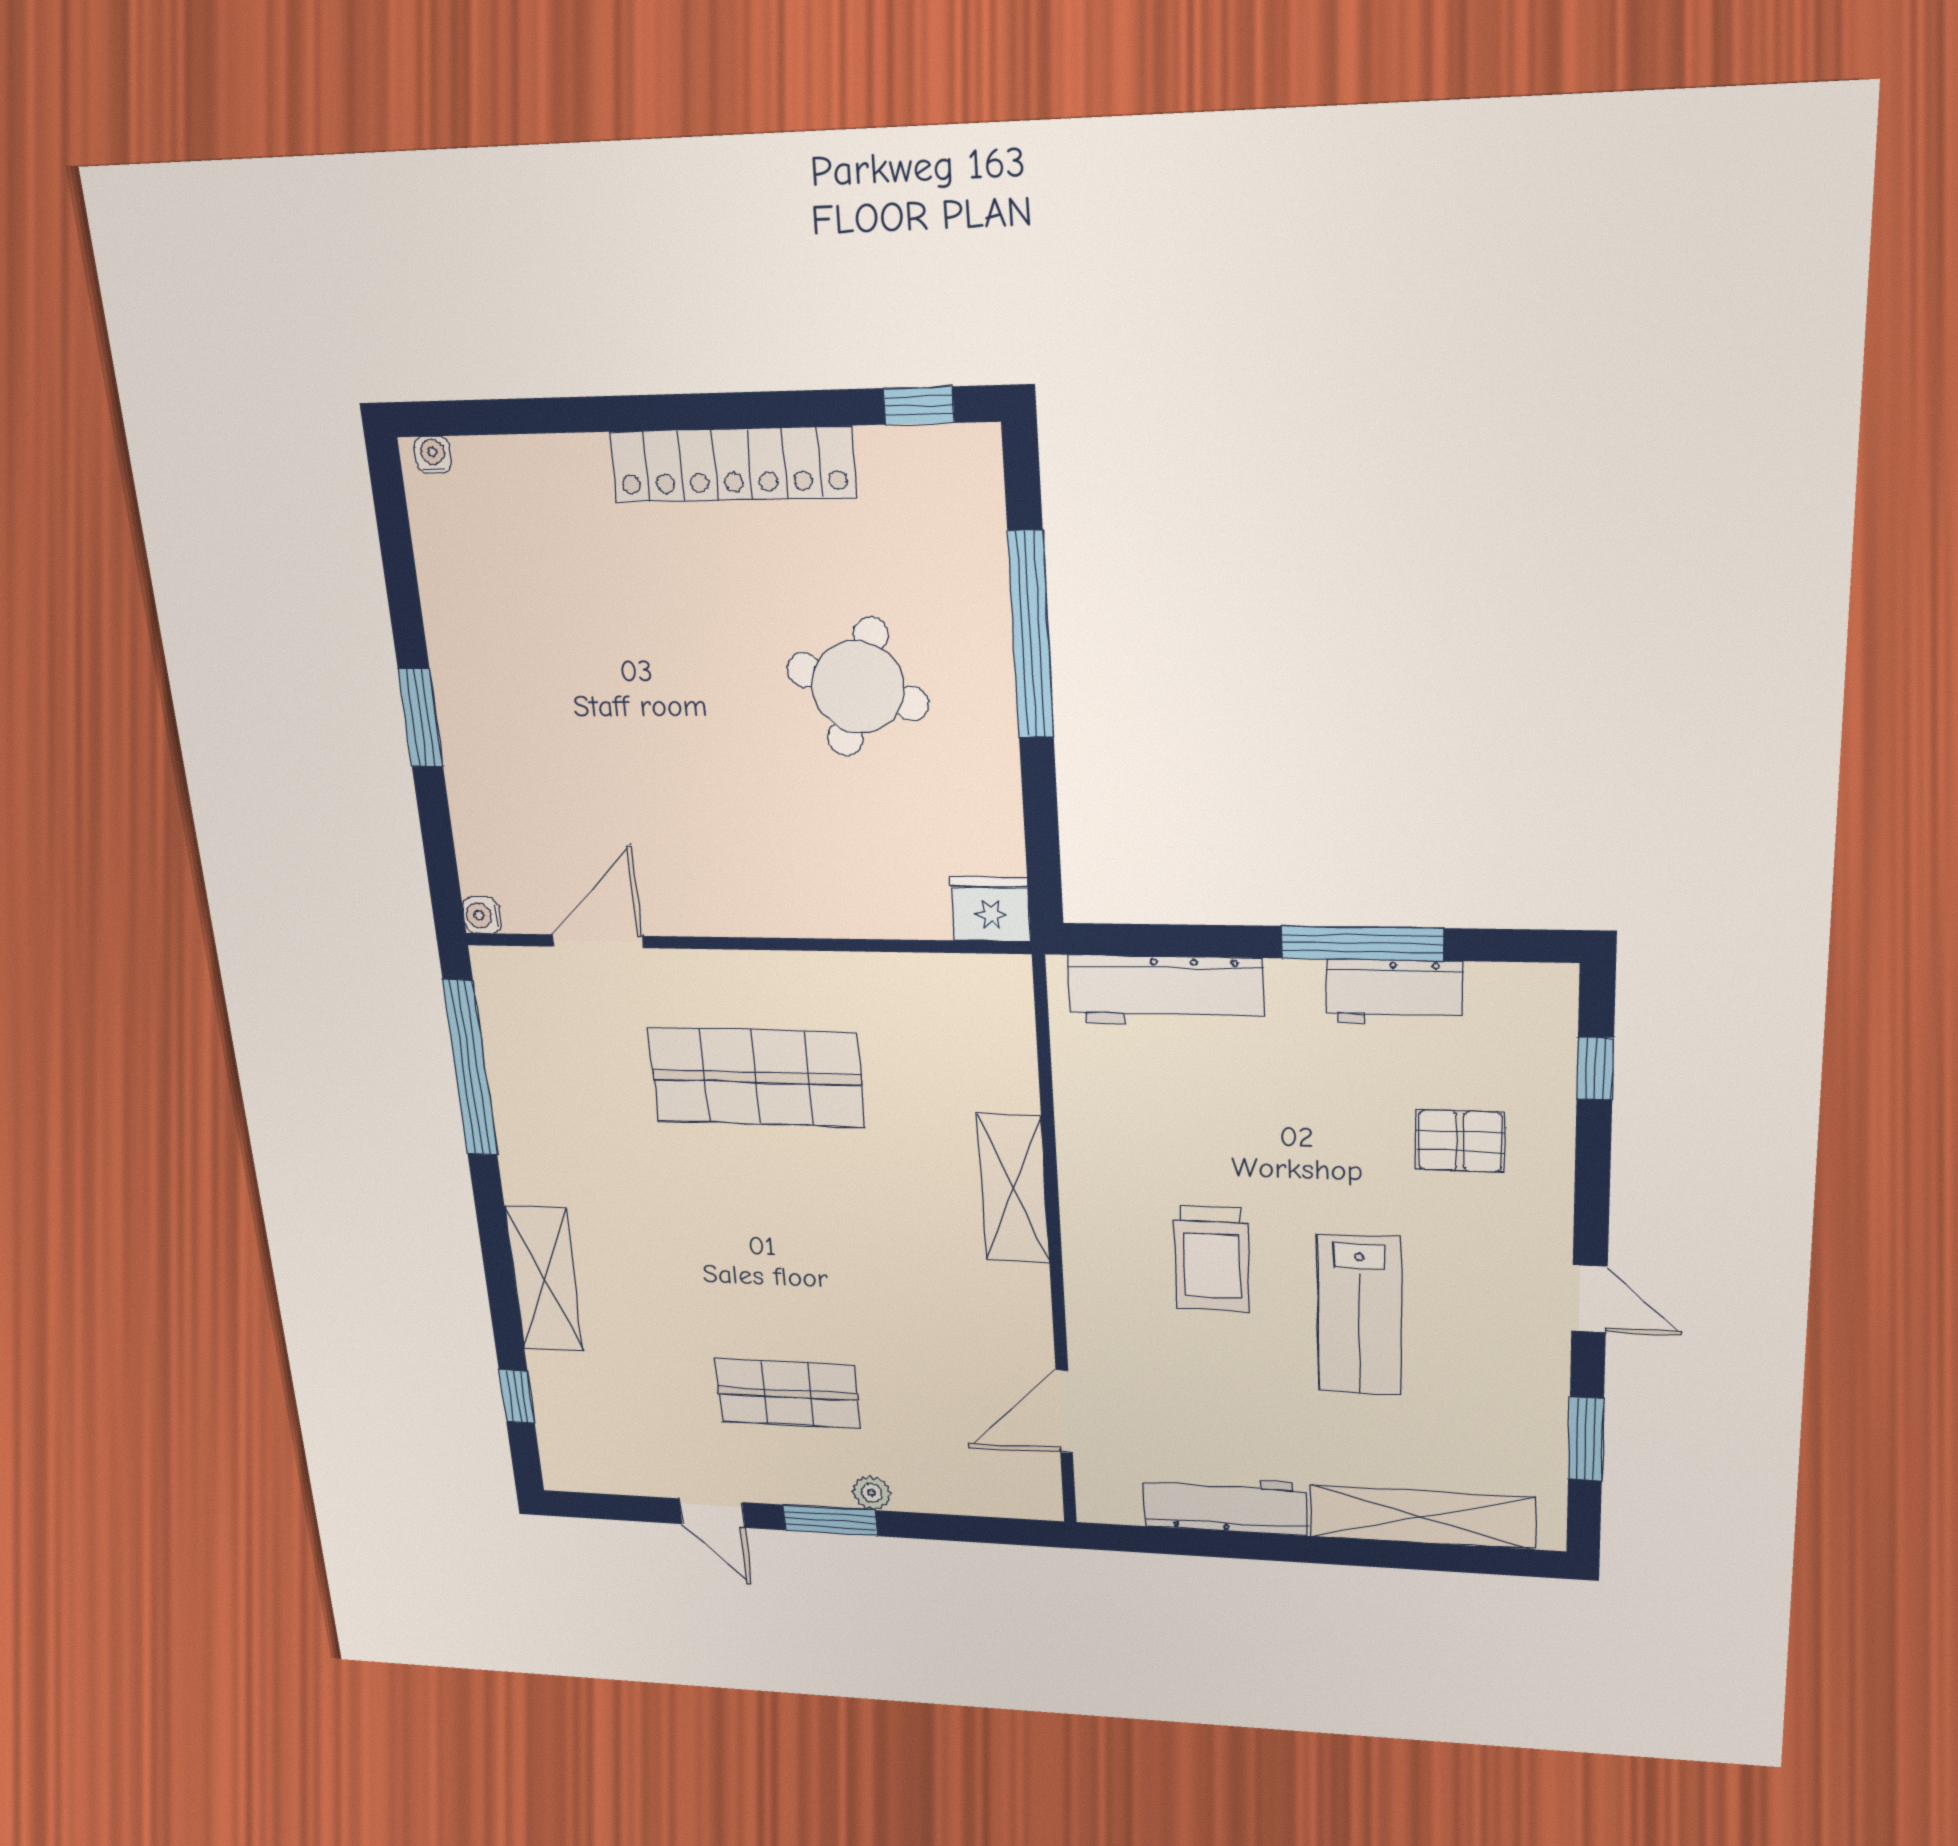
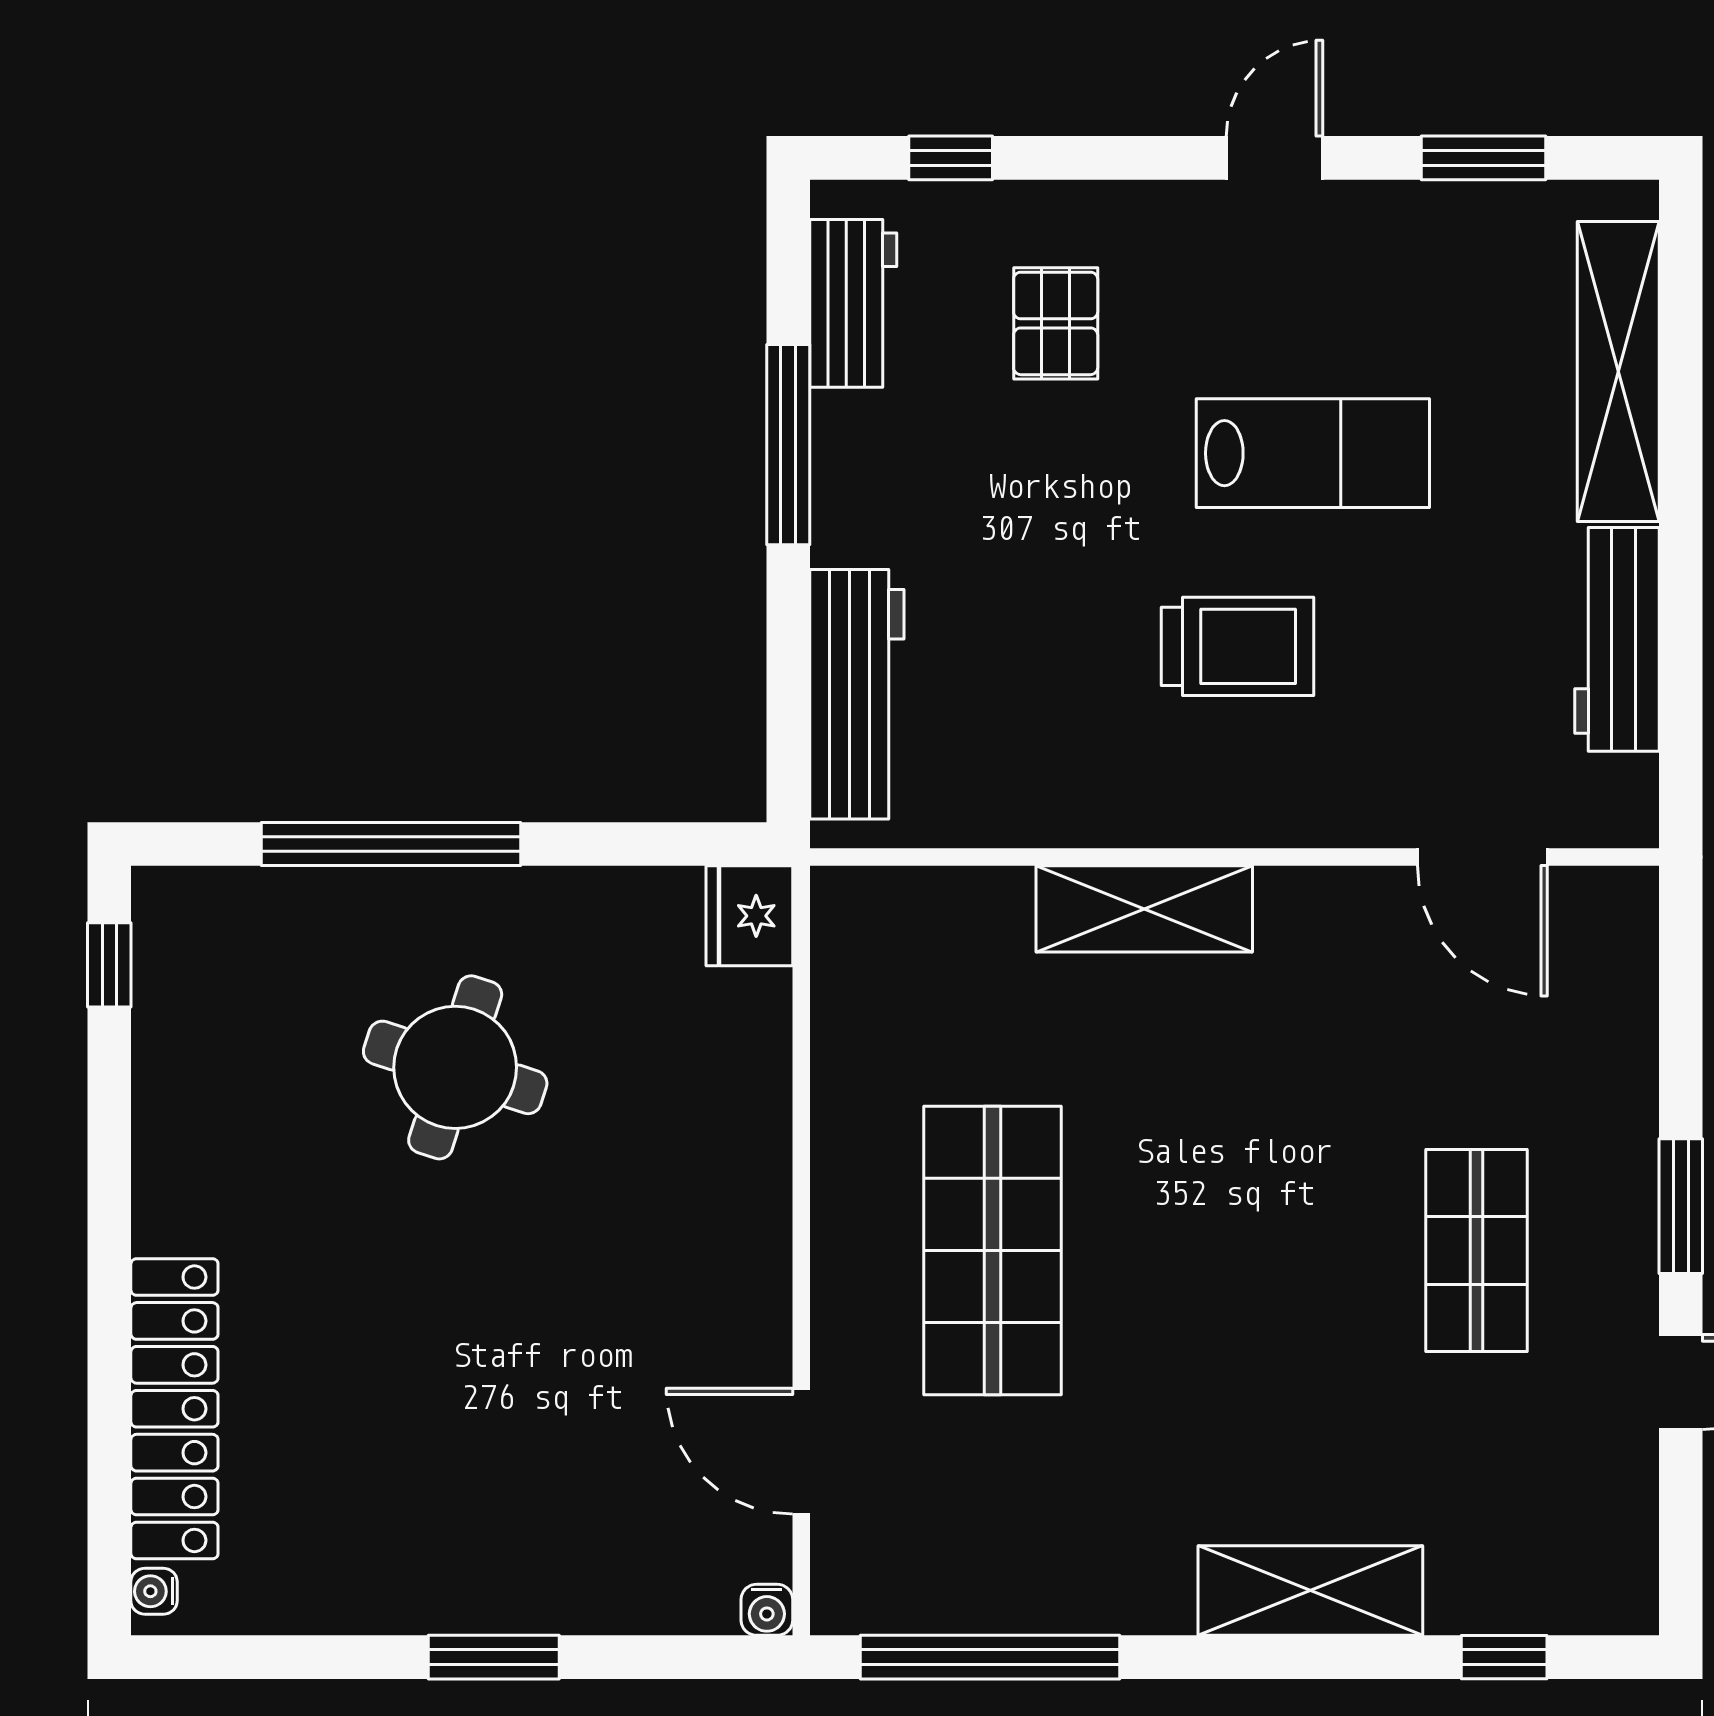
locker: (732, 464) -> (174, 1409), moved
workbench: (1394, 992) -> (853, 303), moved
plant: (872, 1493) -> (1631, 1141), removed

